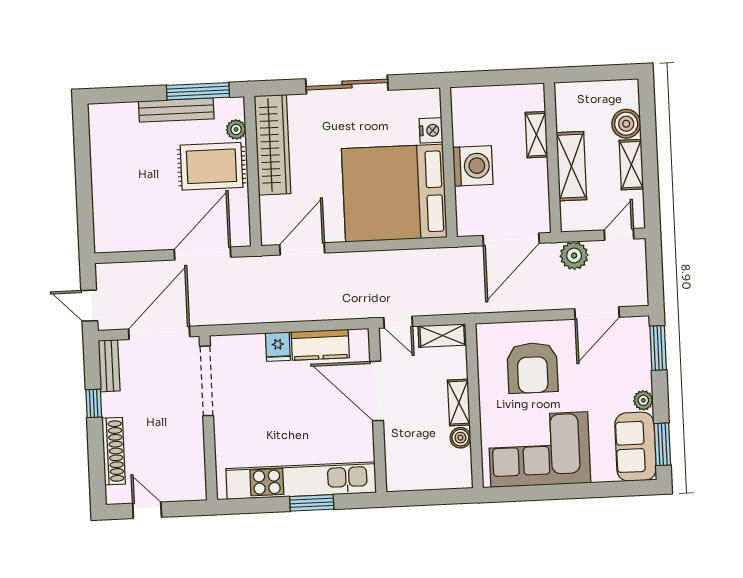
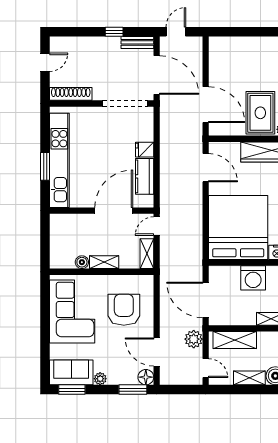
shelving: (571, 166) -> (235, 340), moved
floor lamp: (638, 328) -> (146, 377), added
armchair: (532, 368) -> (124, 310), turned 90
shoe rack: (113, 451) -> (71, 94), moved, turned 180

